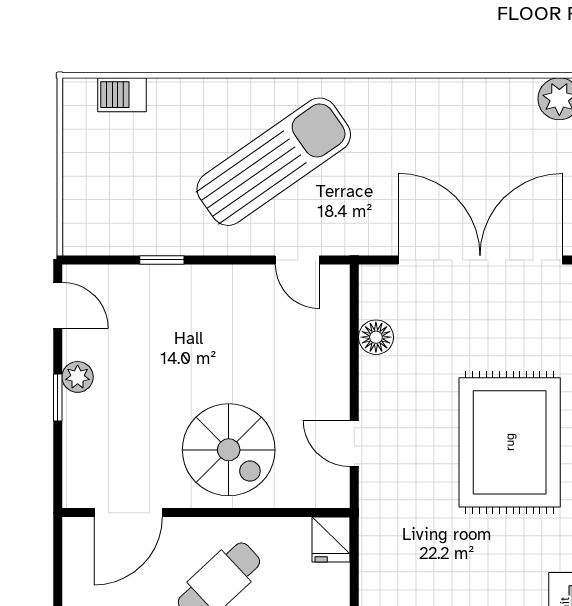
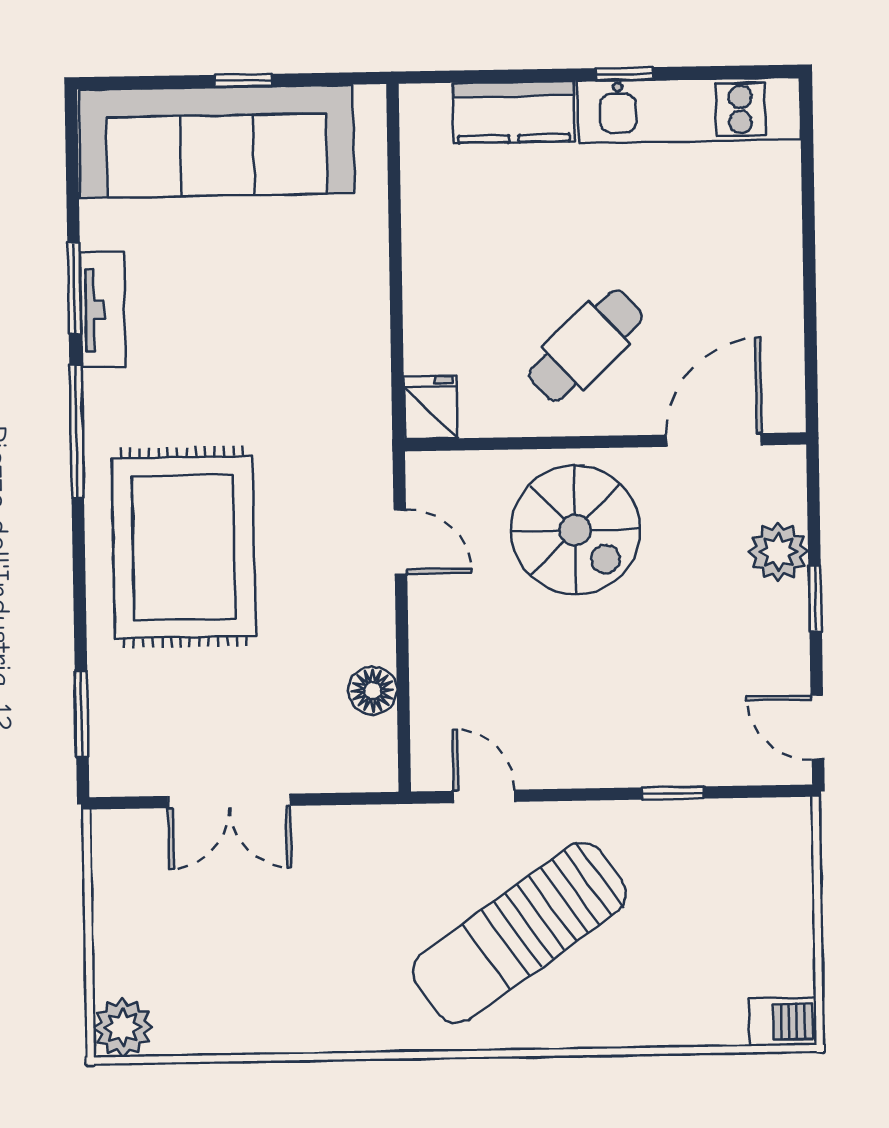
barbecue: (122, 95) -> (783, 1022), moved
double door: (480, 260) -> (229, 801), width x0.54
plant: (78, 377) -> (778, 552), moved, width x1.38, depth x1.38
spiral stairs: (229, 450) -> (575, 530), turned 180

